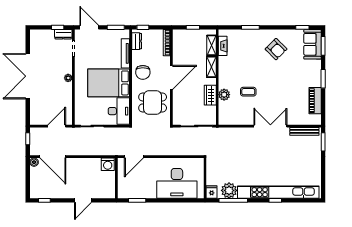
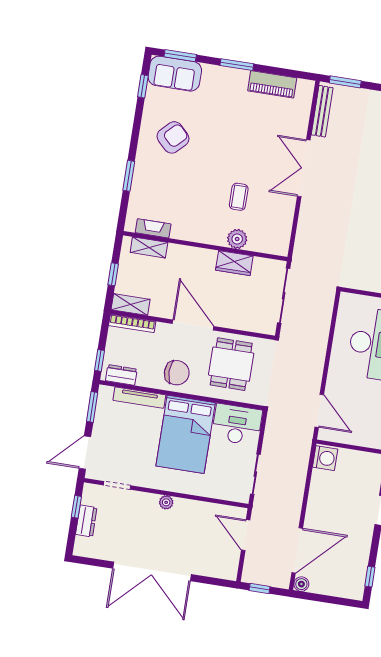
dresser: (63, 34) -> (86, 521), moved
shelving: (211, 67) -> (131, 305), moved

